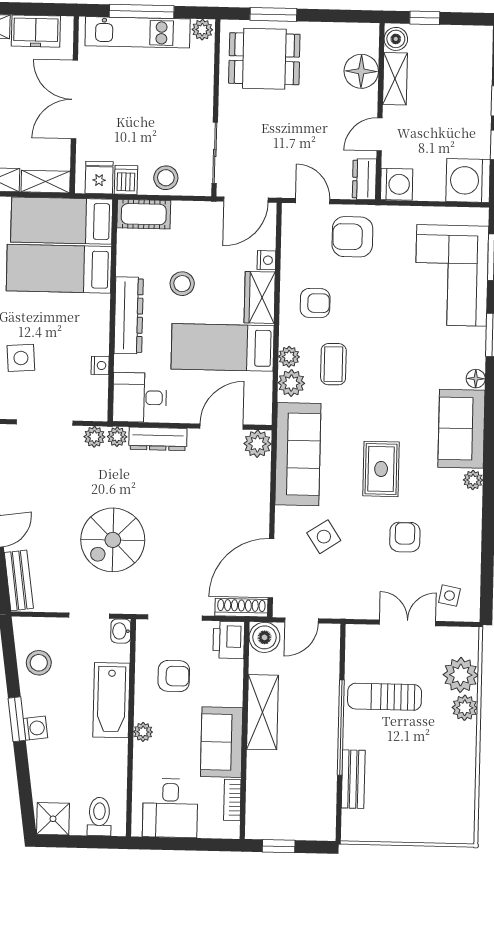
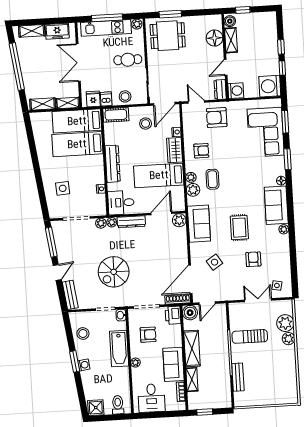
cafe table: (178, 102) -> (128, 60), added
stool: (182, 284) -> (146, 124), moved
sofa: (298, 454) -> (199, 224), width x0.73
shelving: (257, 777) -> (192, 380), added

